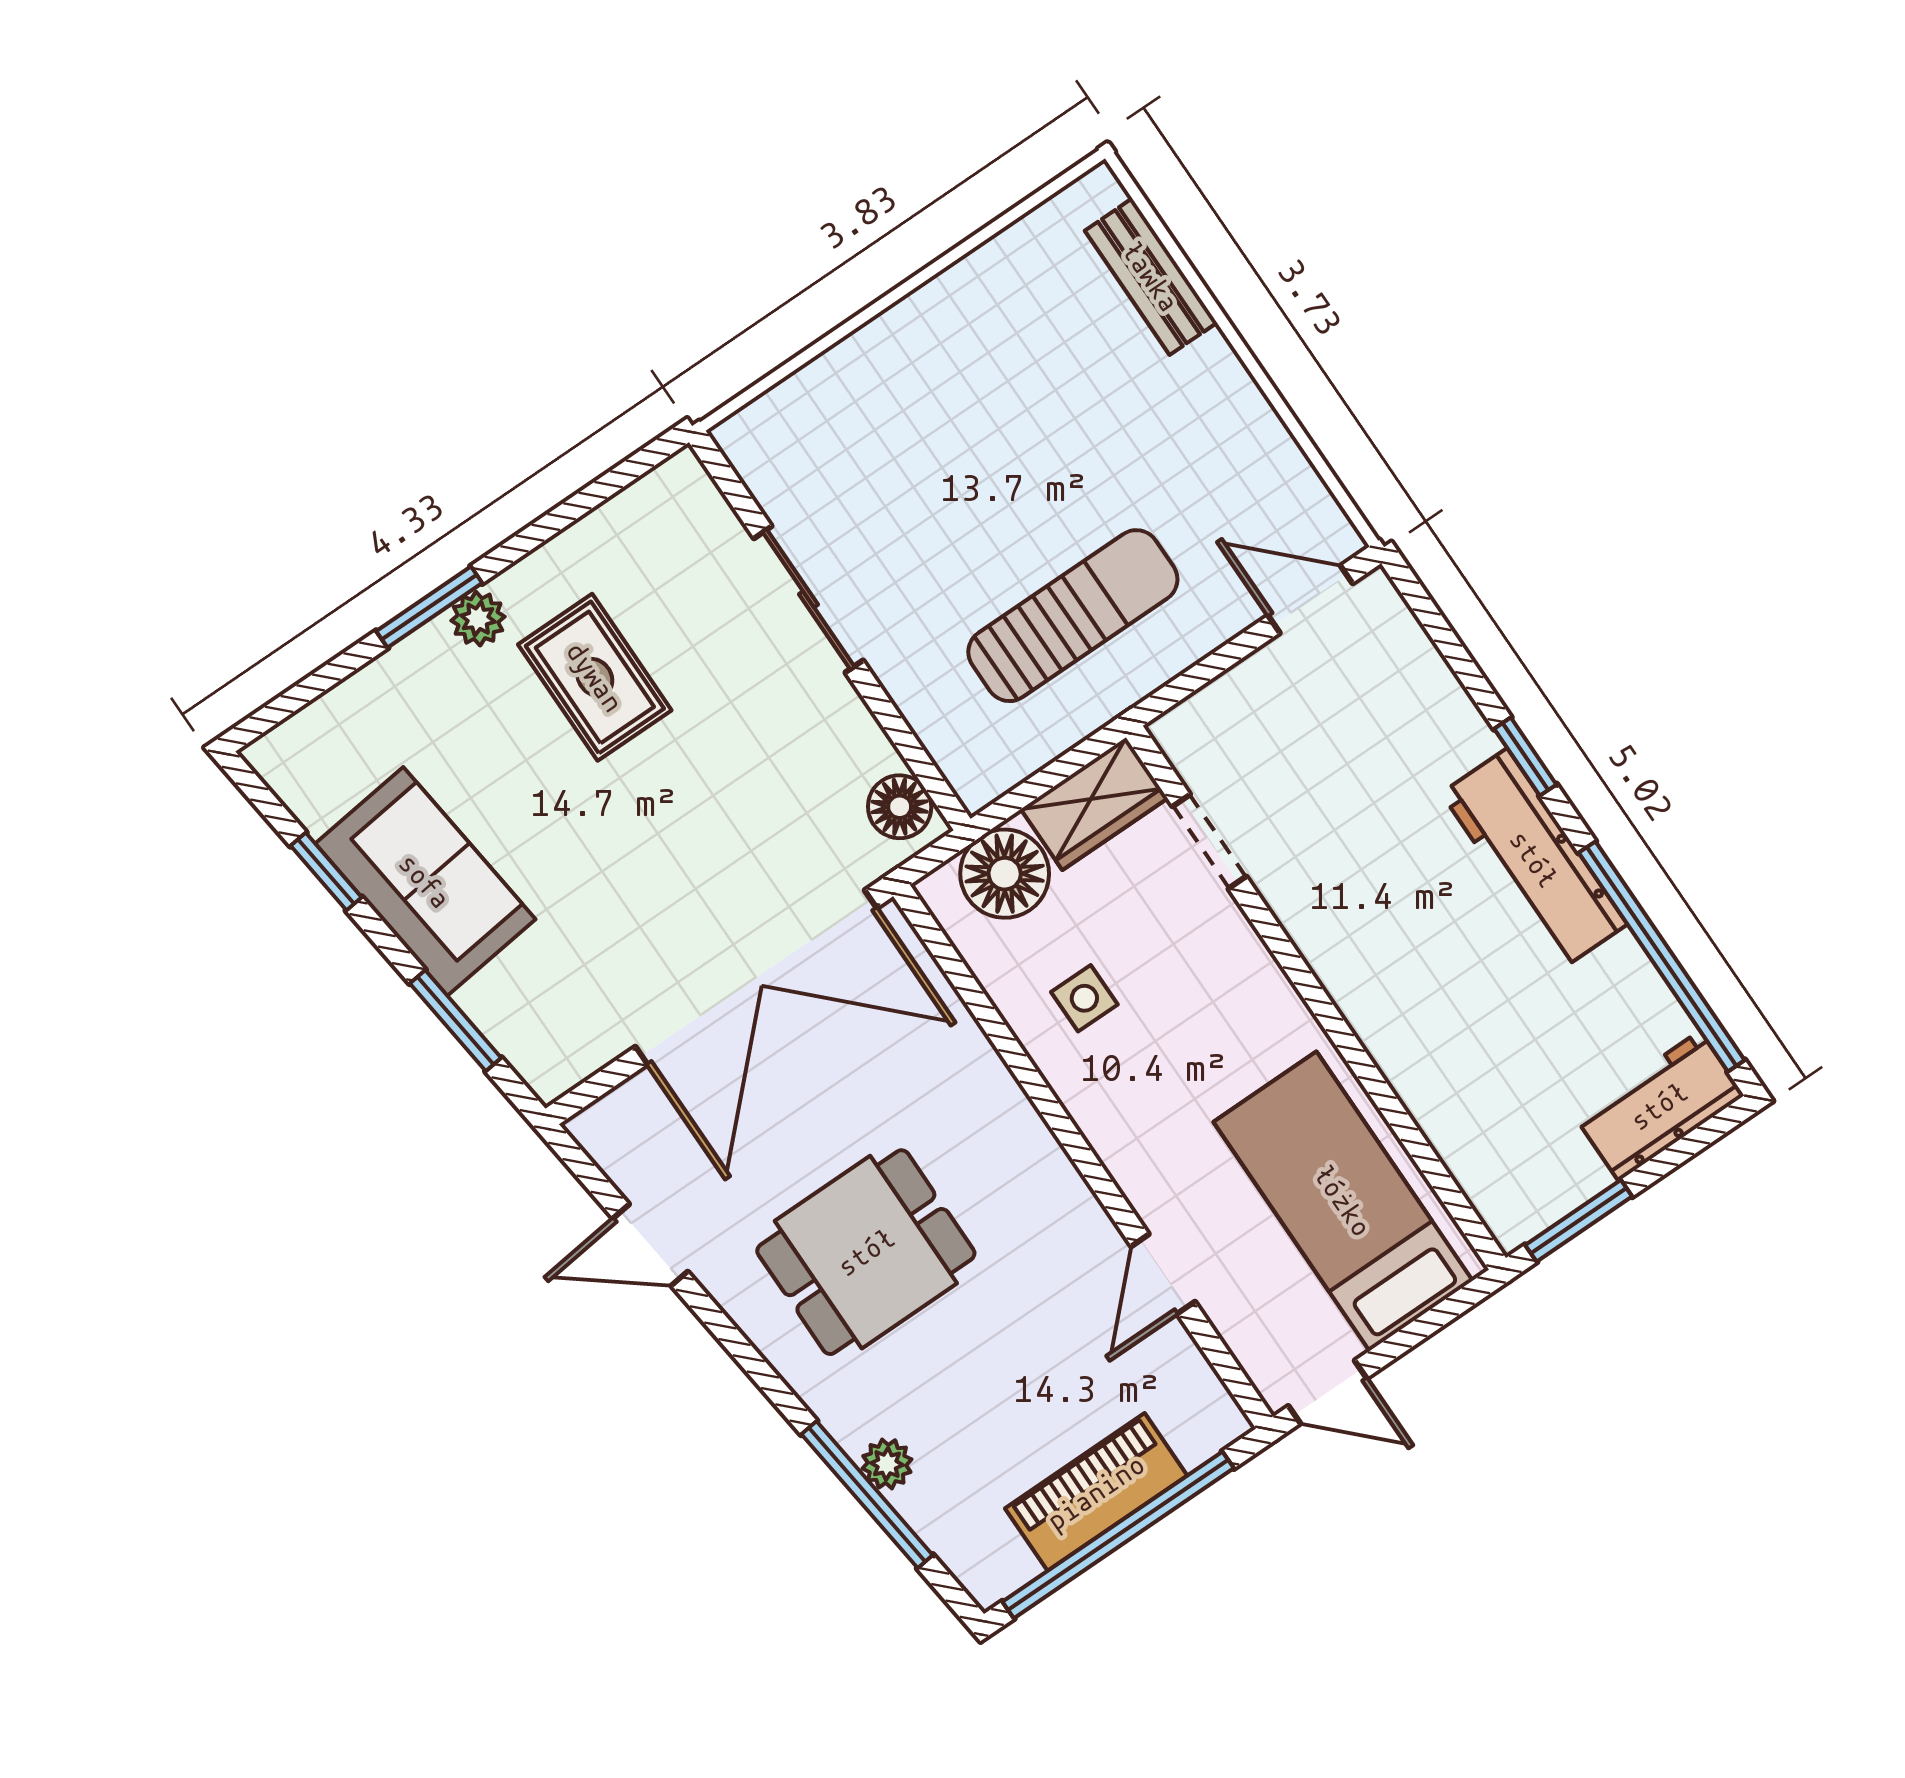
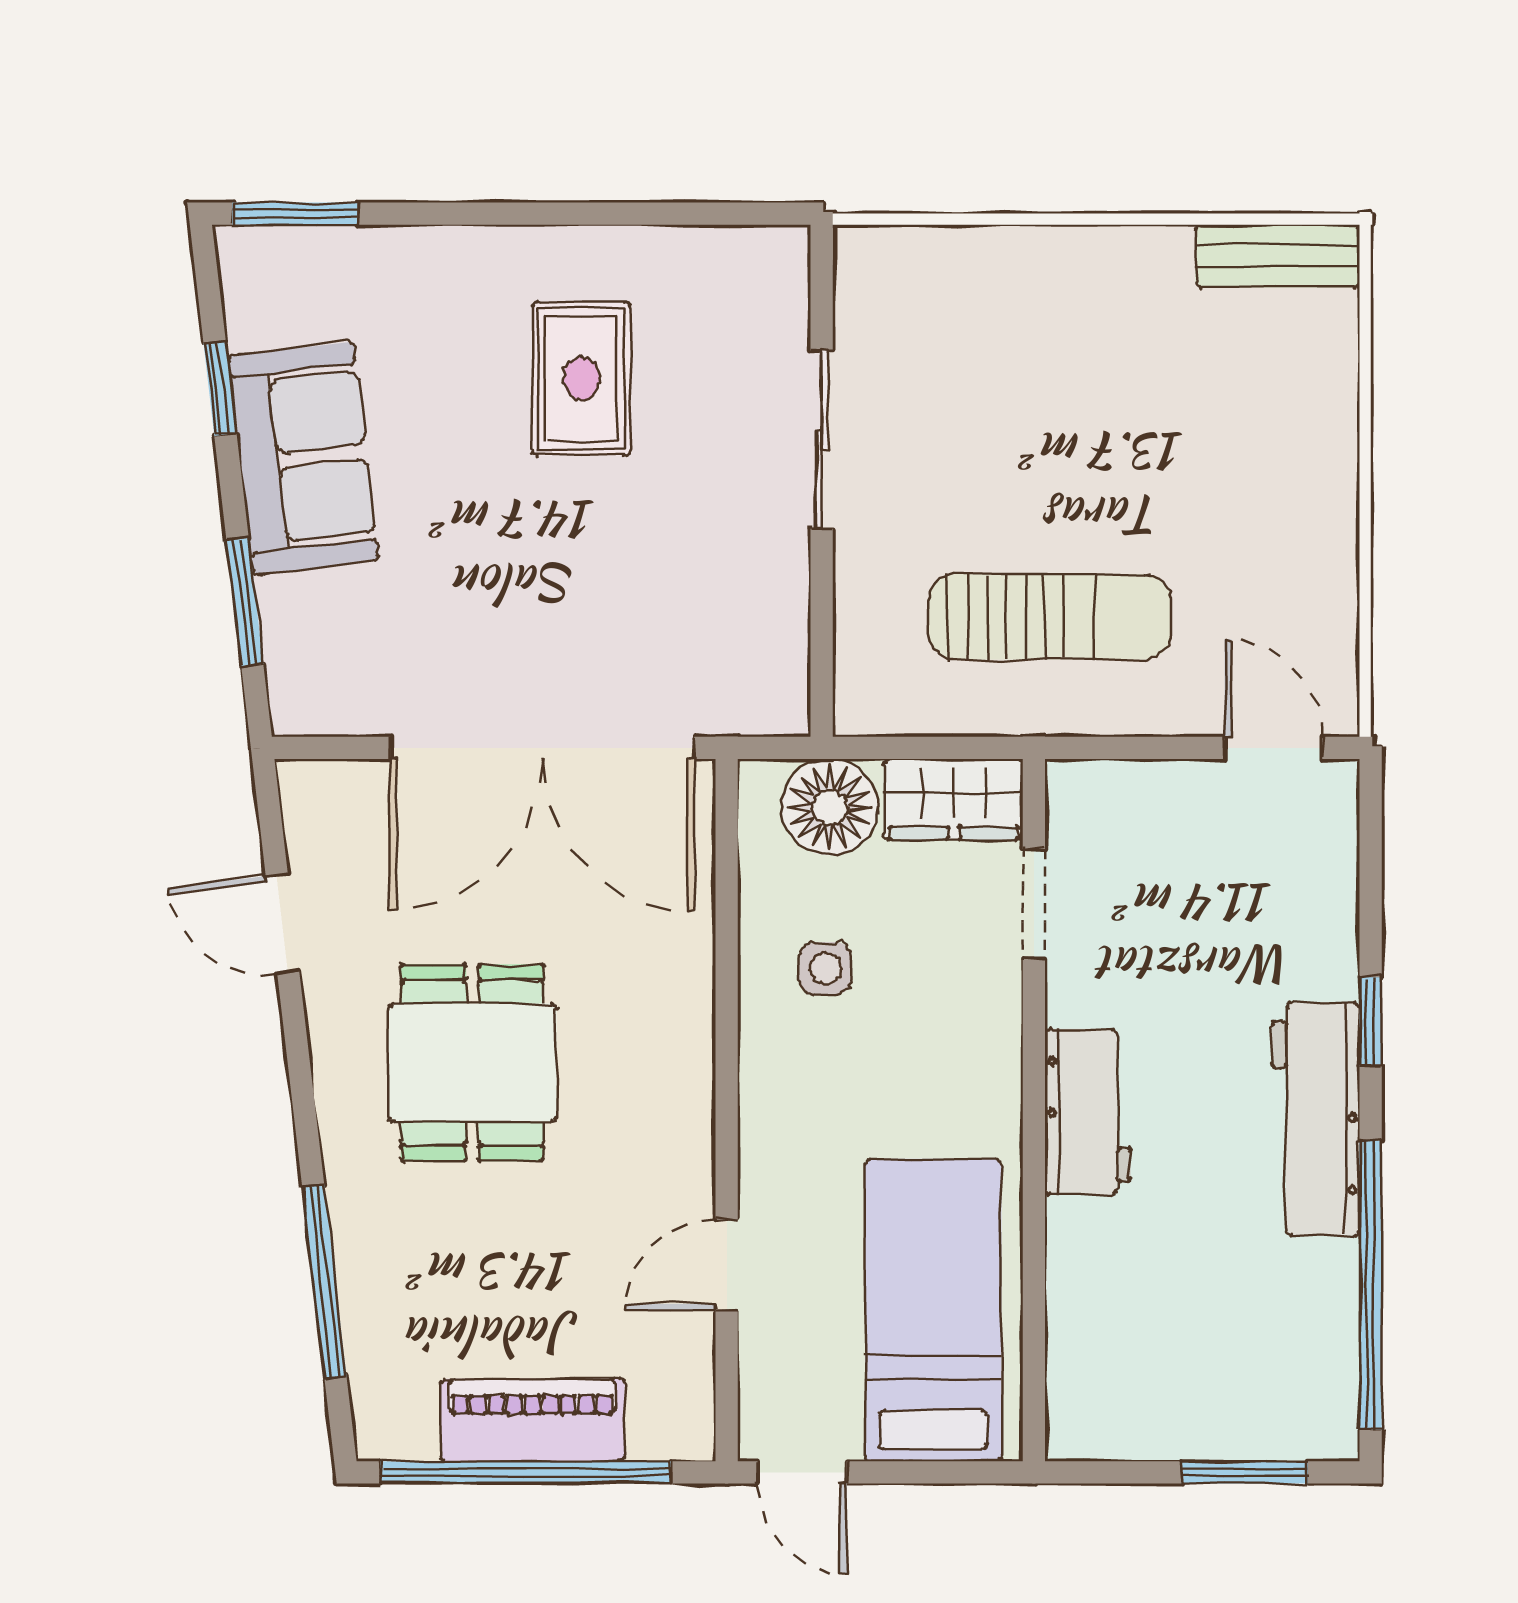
bench: (1151, 277) -> (1277, 256), moved, turned 90
window: (429, 607) -> (295, 214), moved
plant: (478, 619) -> (512, 254), removed
floor lamp: (900, 807) -> (776, 682), removed
workbench: (1659, 1106) -> (1088, 1112), moved, turned 90
window: (1579, 1221) -> (1244, 1472), moved
dining table: (866, 1252) -> (472, 1063), turned 90
plant: (887, 1464) -> (361, 1266), removed

